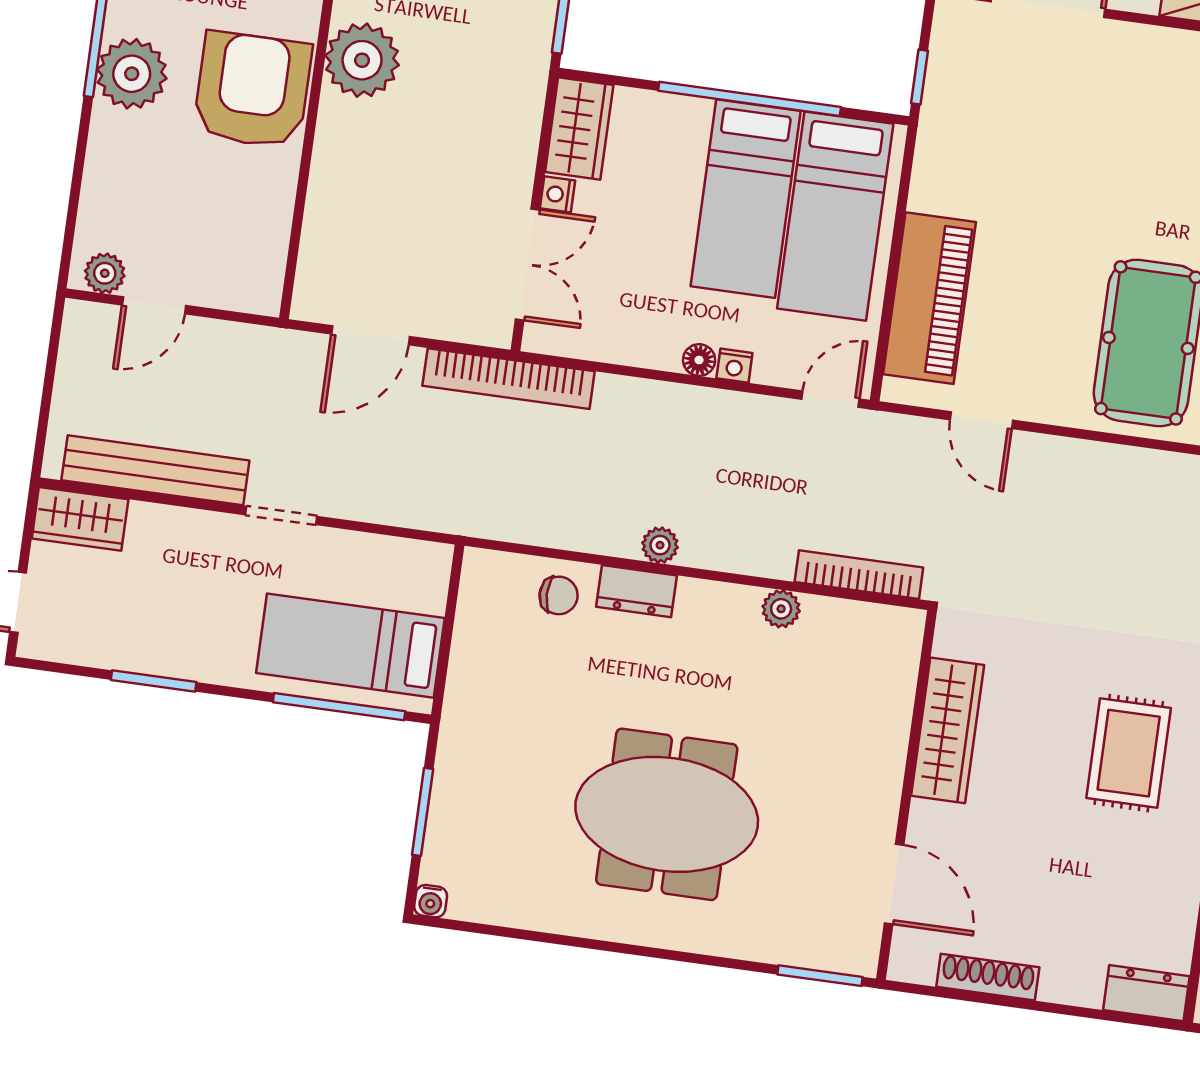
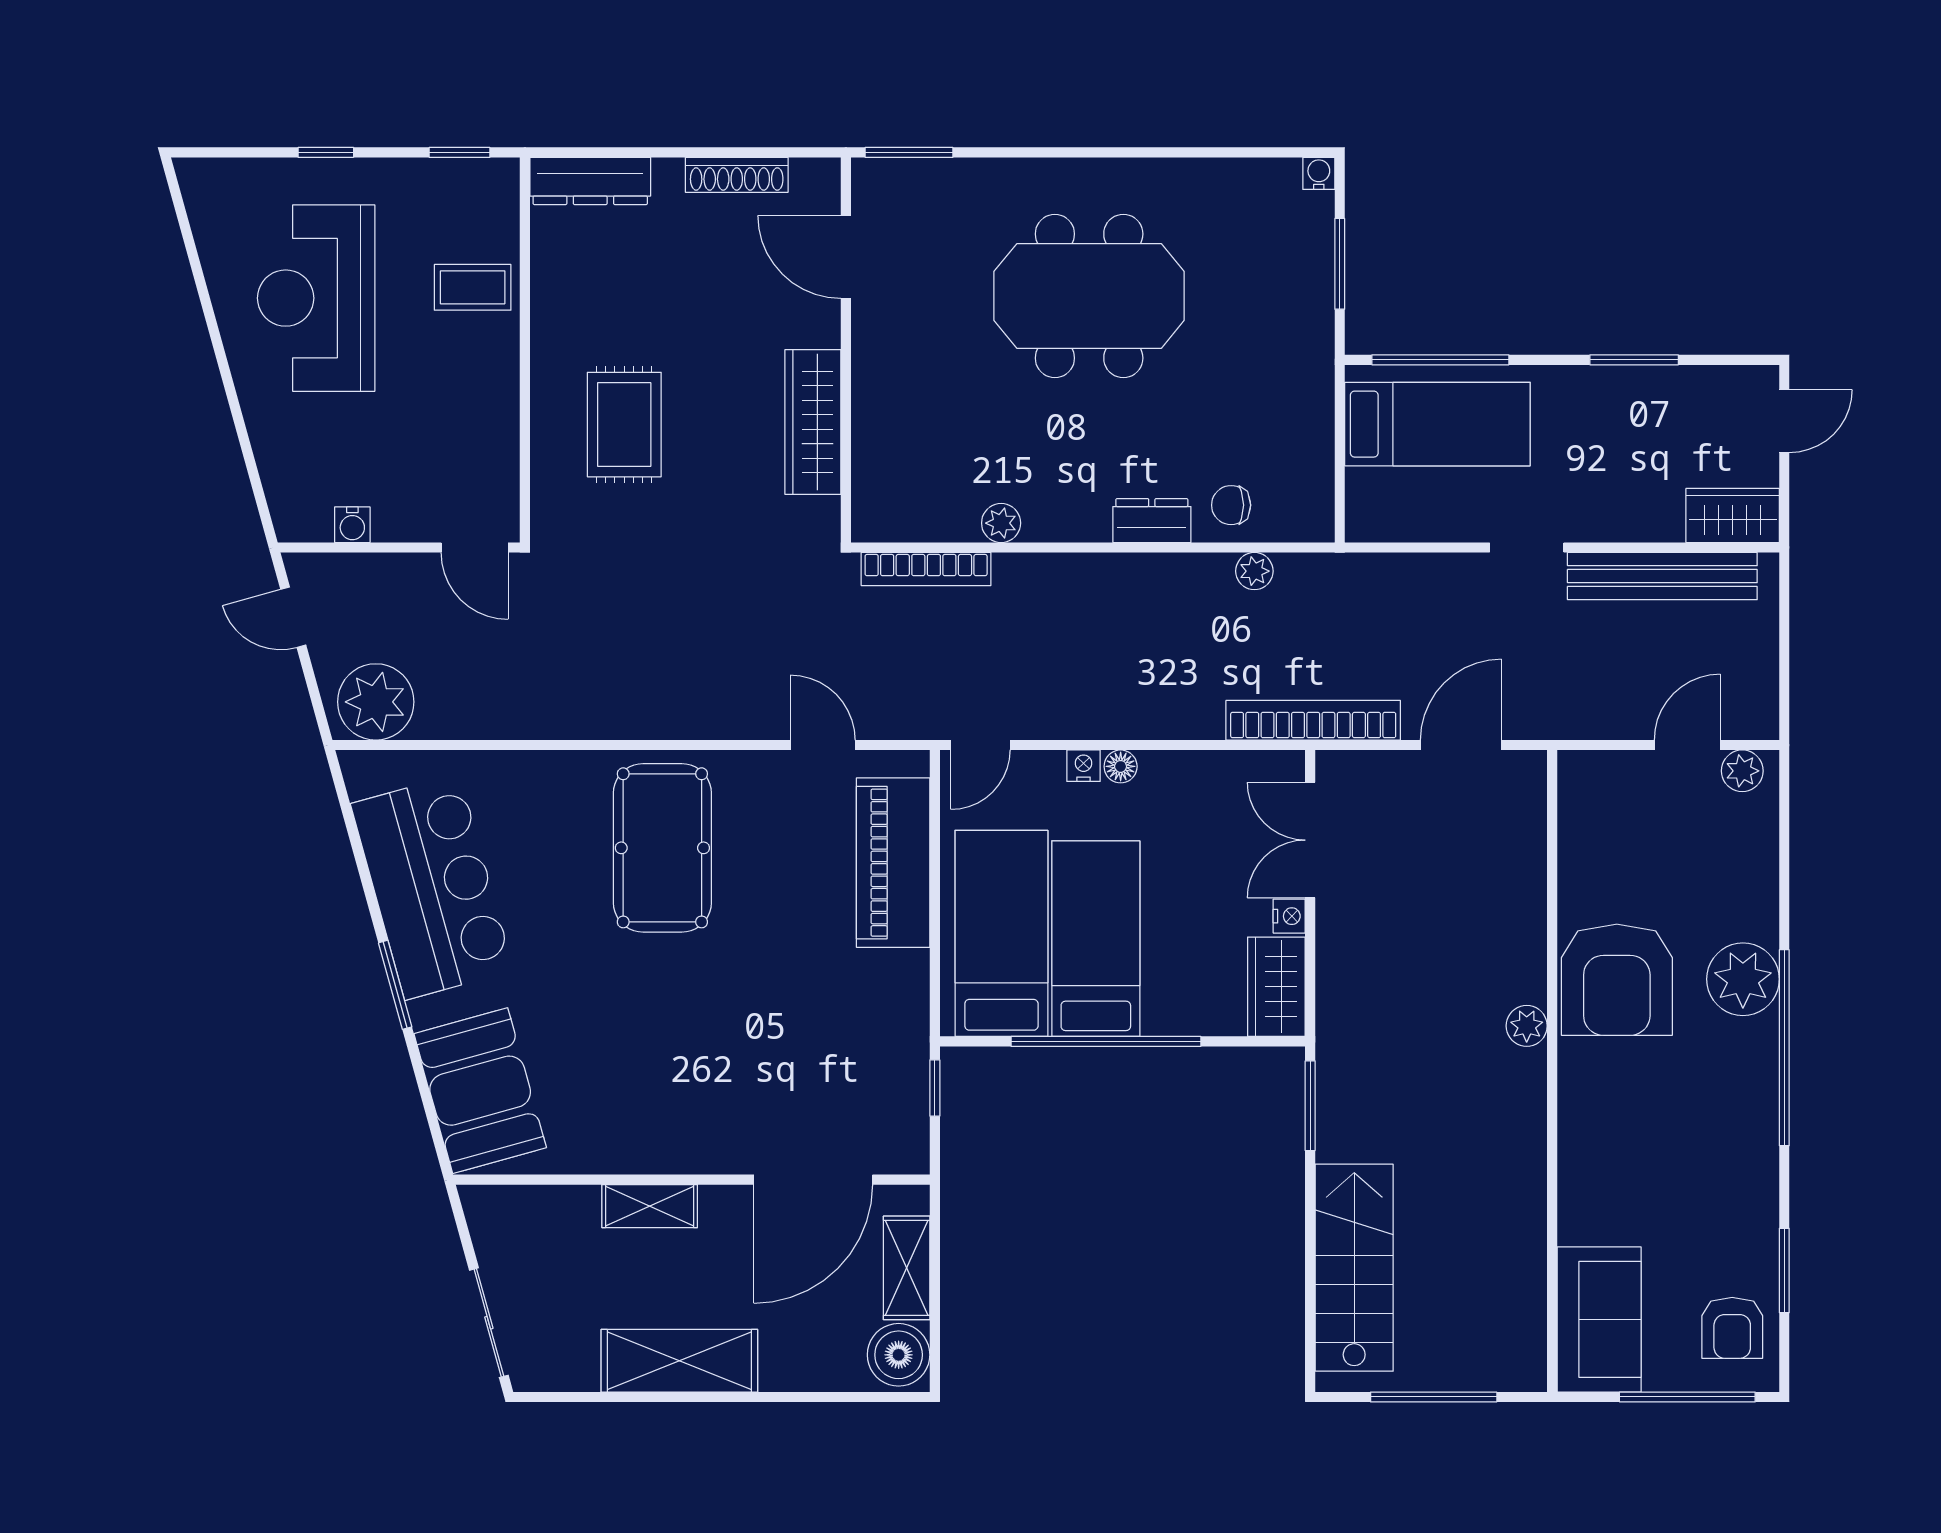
plant: (362, 60) -> (1527, 1026), width x0.53, depth x0.53
plant: (660, 545) -> (1254, 571), moved
dresser: (1146, 993) -> (590, 181), width x1.44

